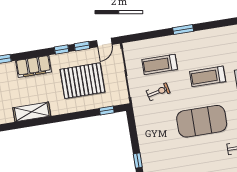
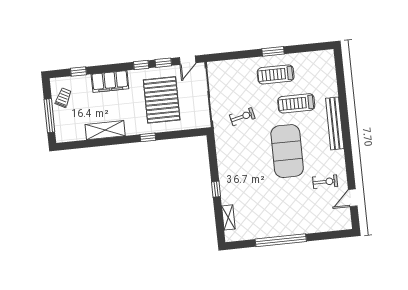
treadmill: (160, 64) -> (276, 74), moved
pallet: (82, 81) -> (162, 100), turned 90
window: (107, 110) -> (148, 137), moved
exercise mat: (202, 121) -> (287, 151), turned 90

